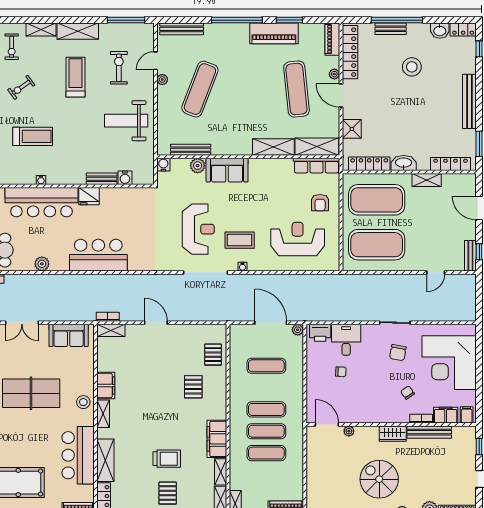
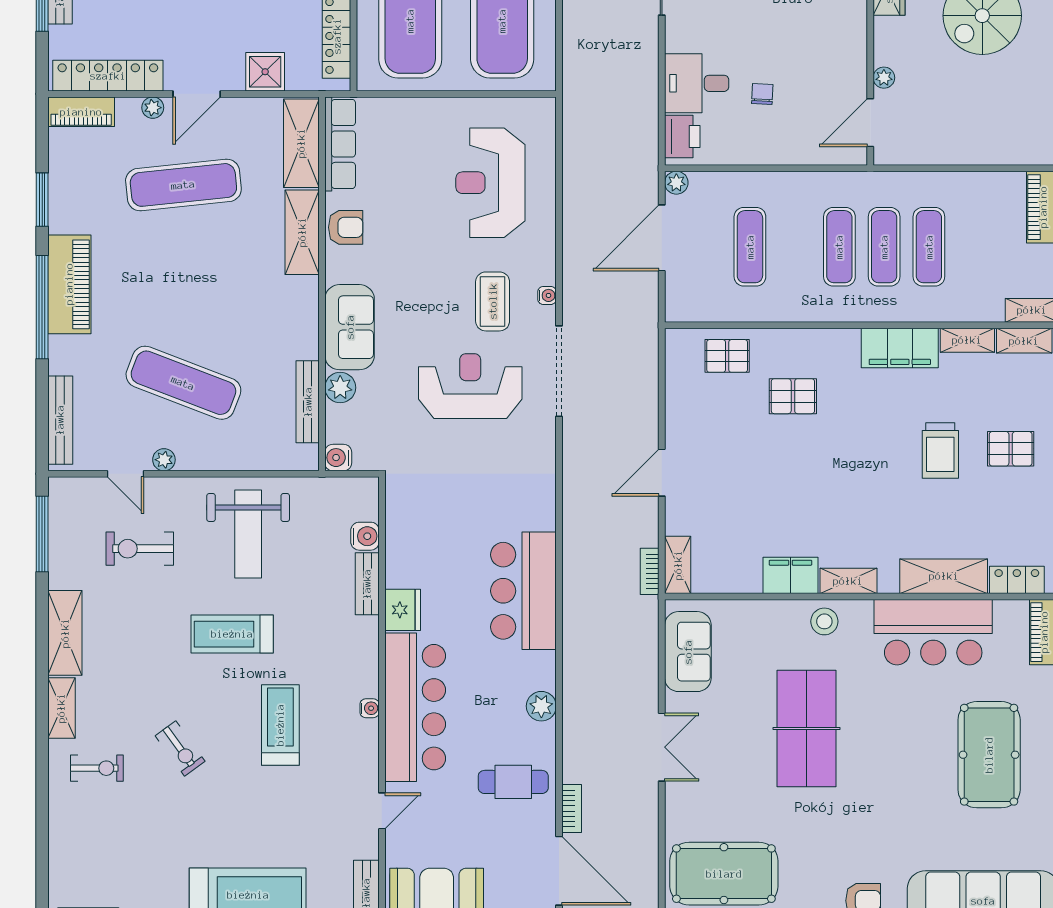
piano: (274, 33) -> (69, 284), moved
treadmill: (75, 77) -> (232, 634), moved
armchair: (320, 203) -> (346, 227), moved
trolley: (167, 459) -> (940, 451), turned 180

